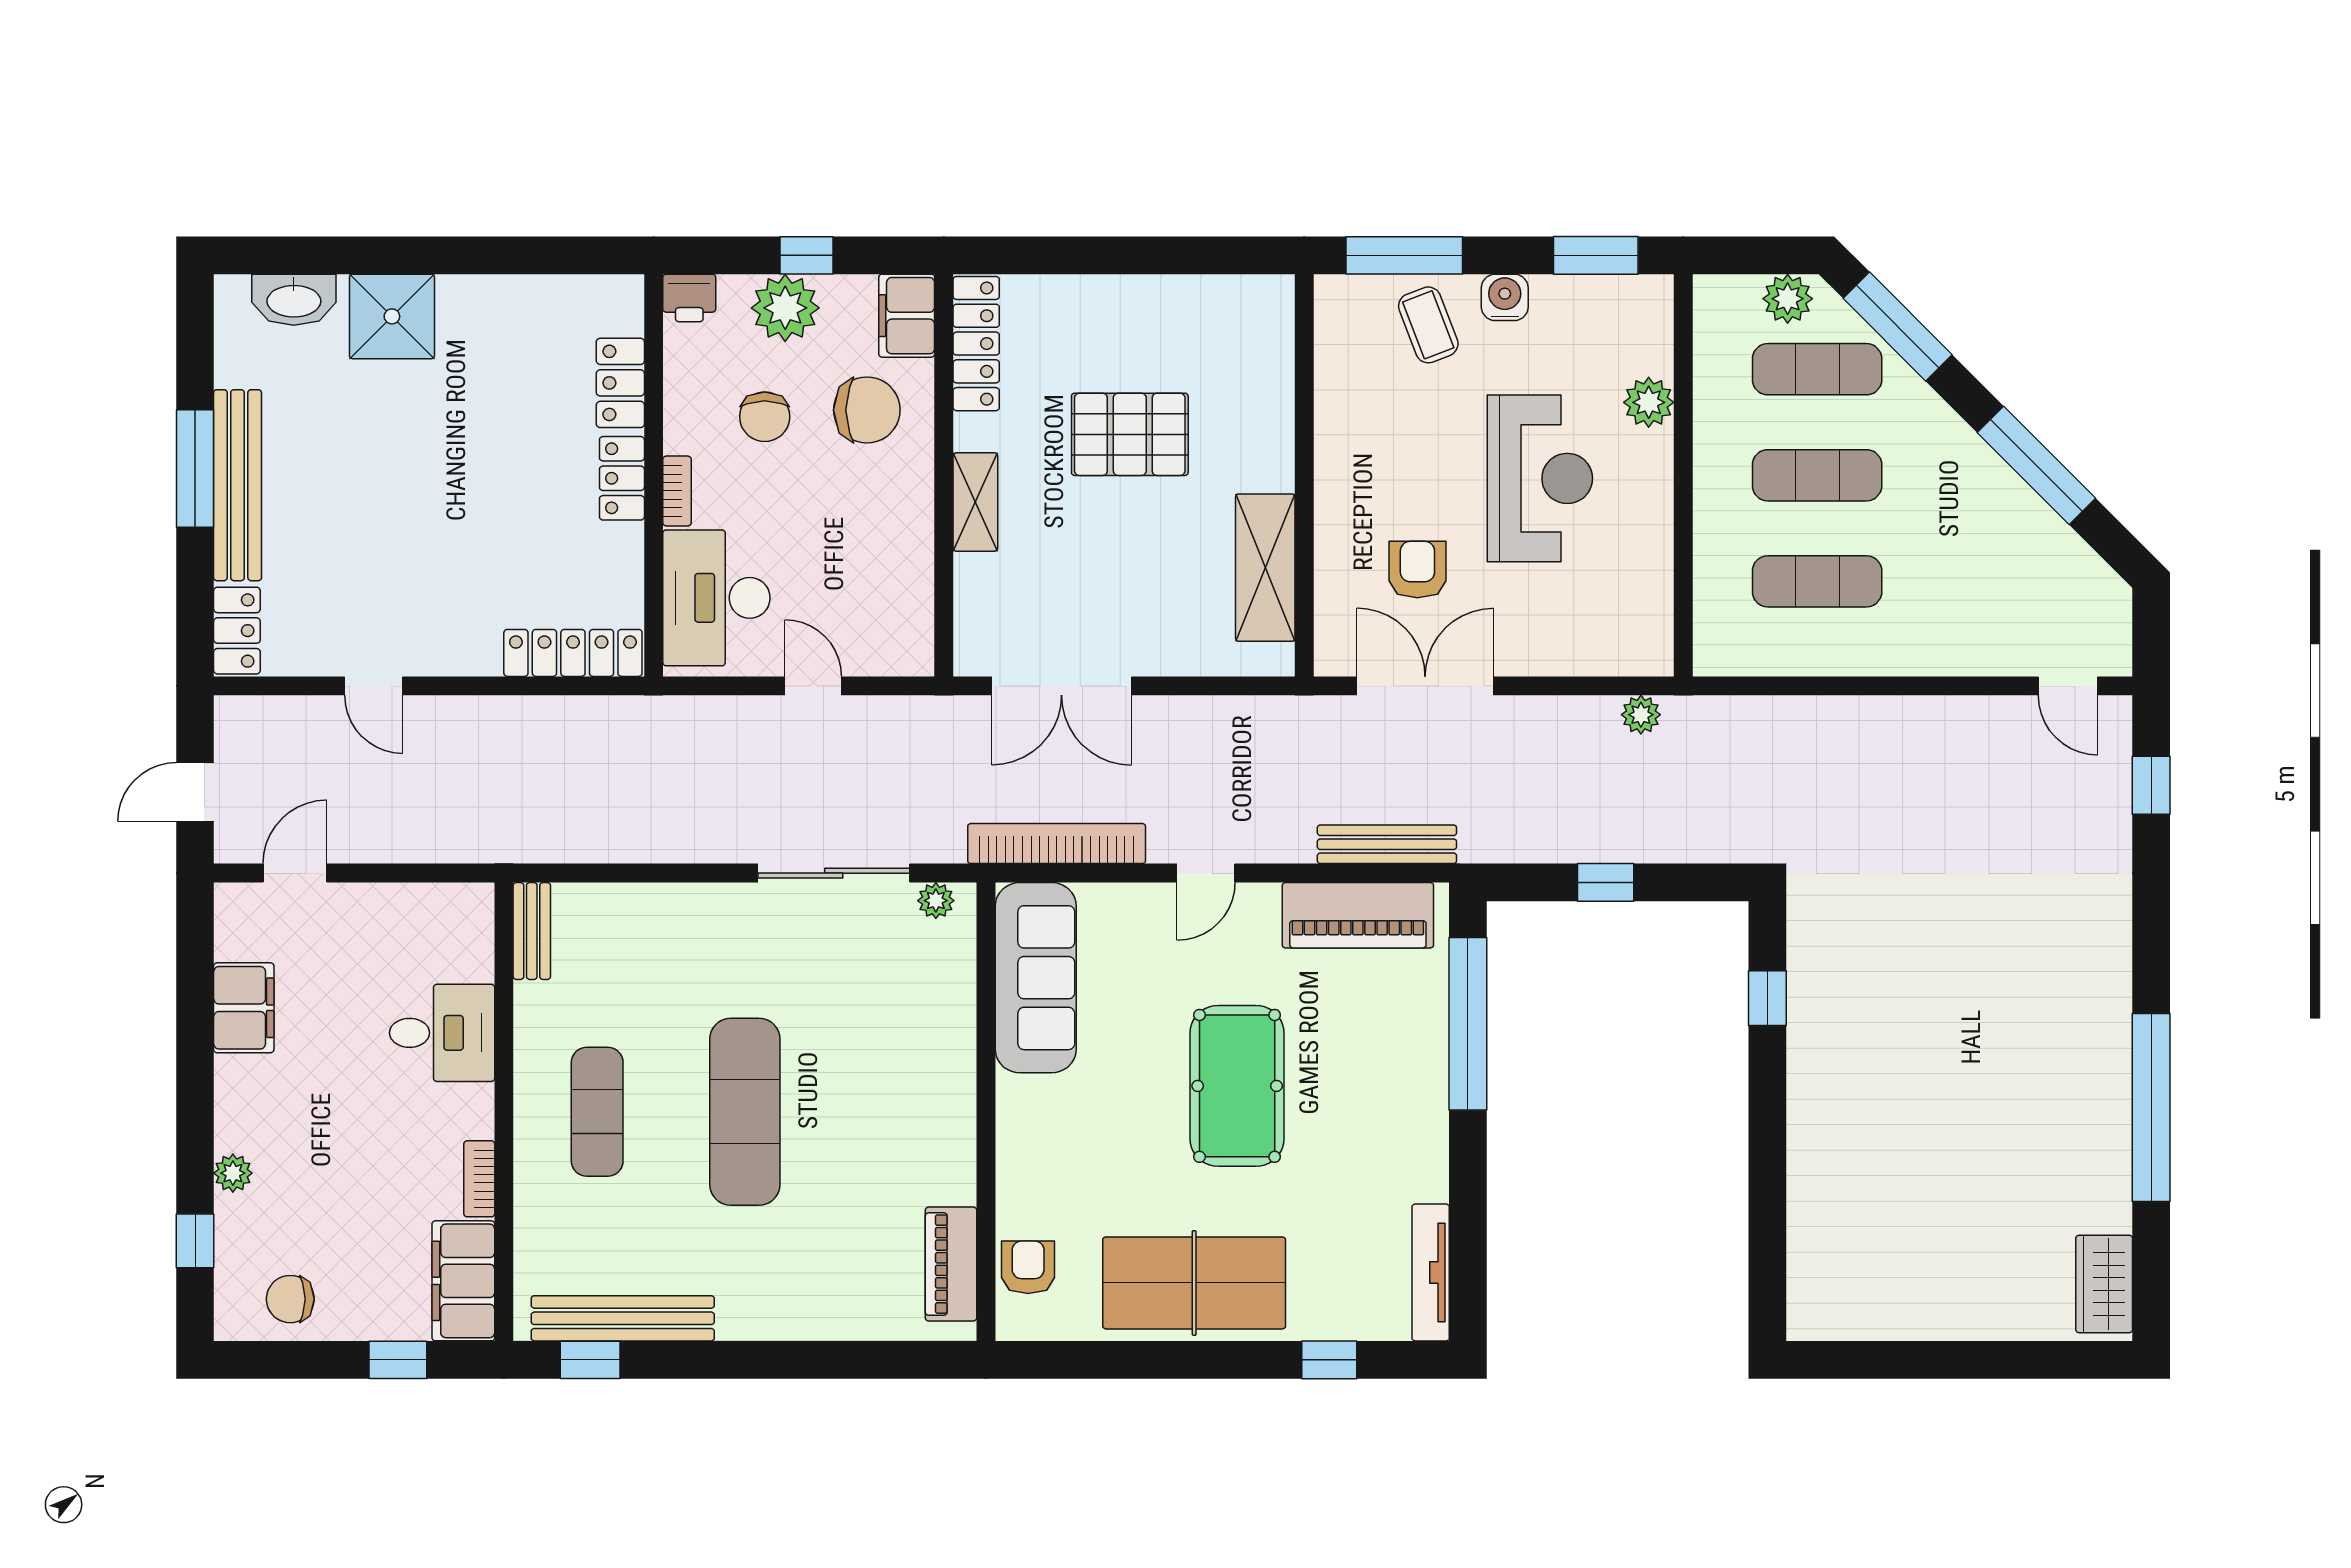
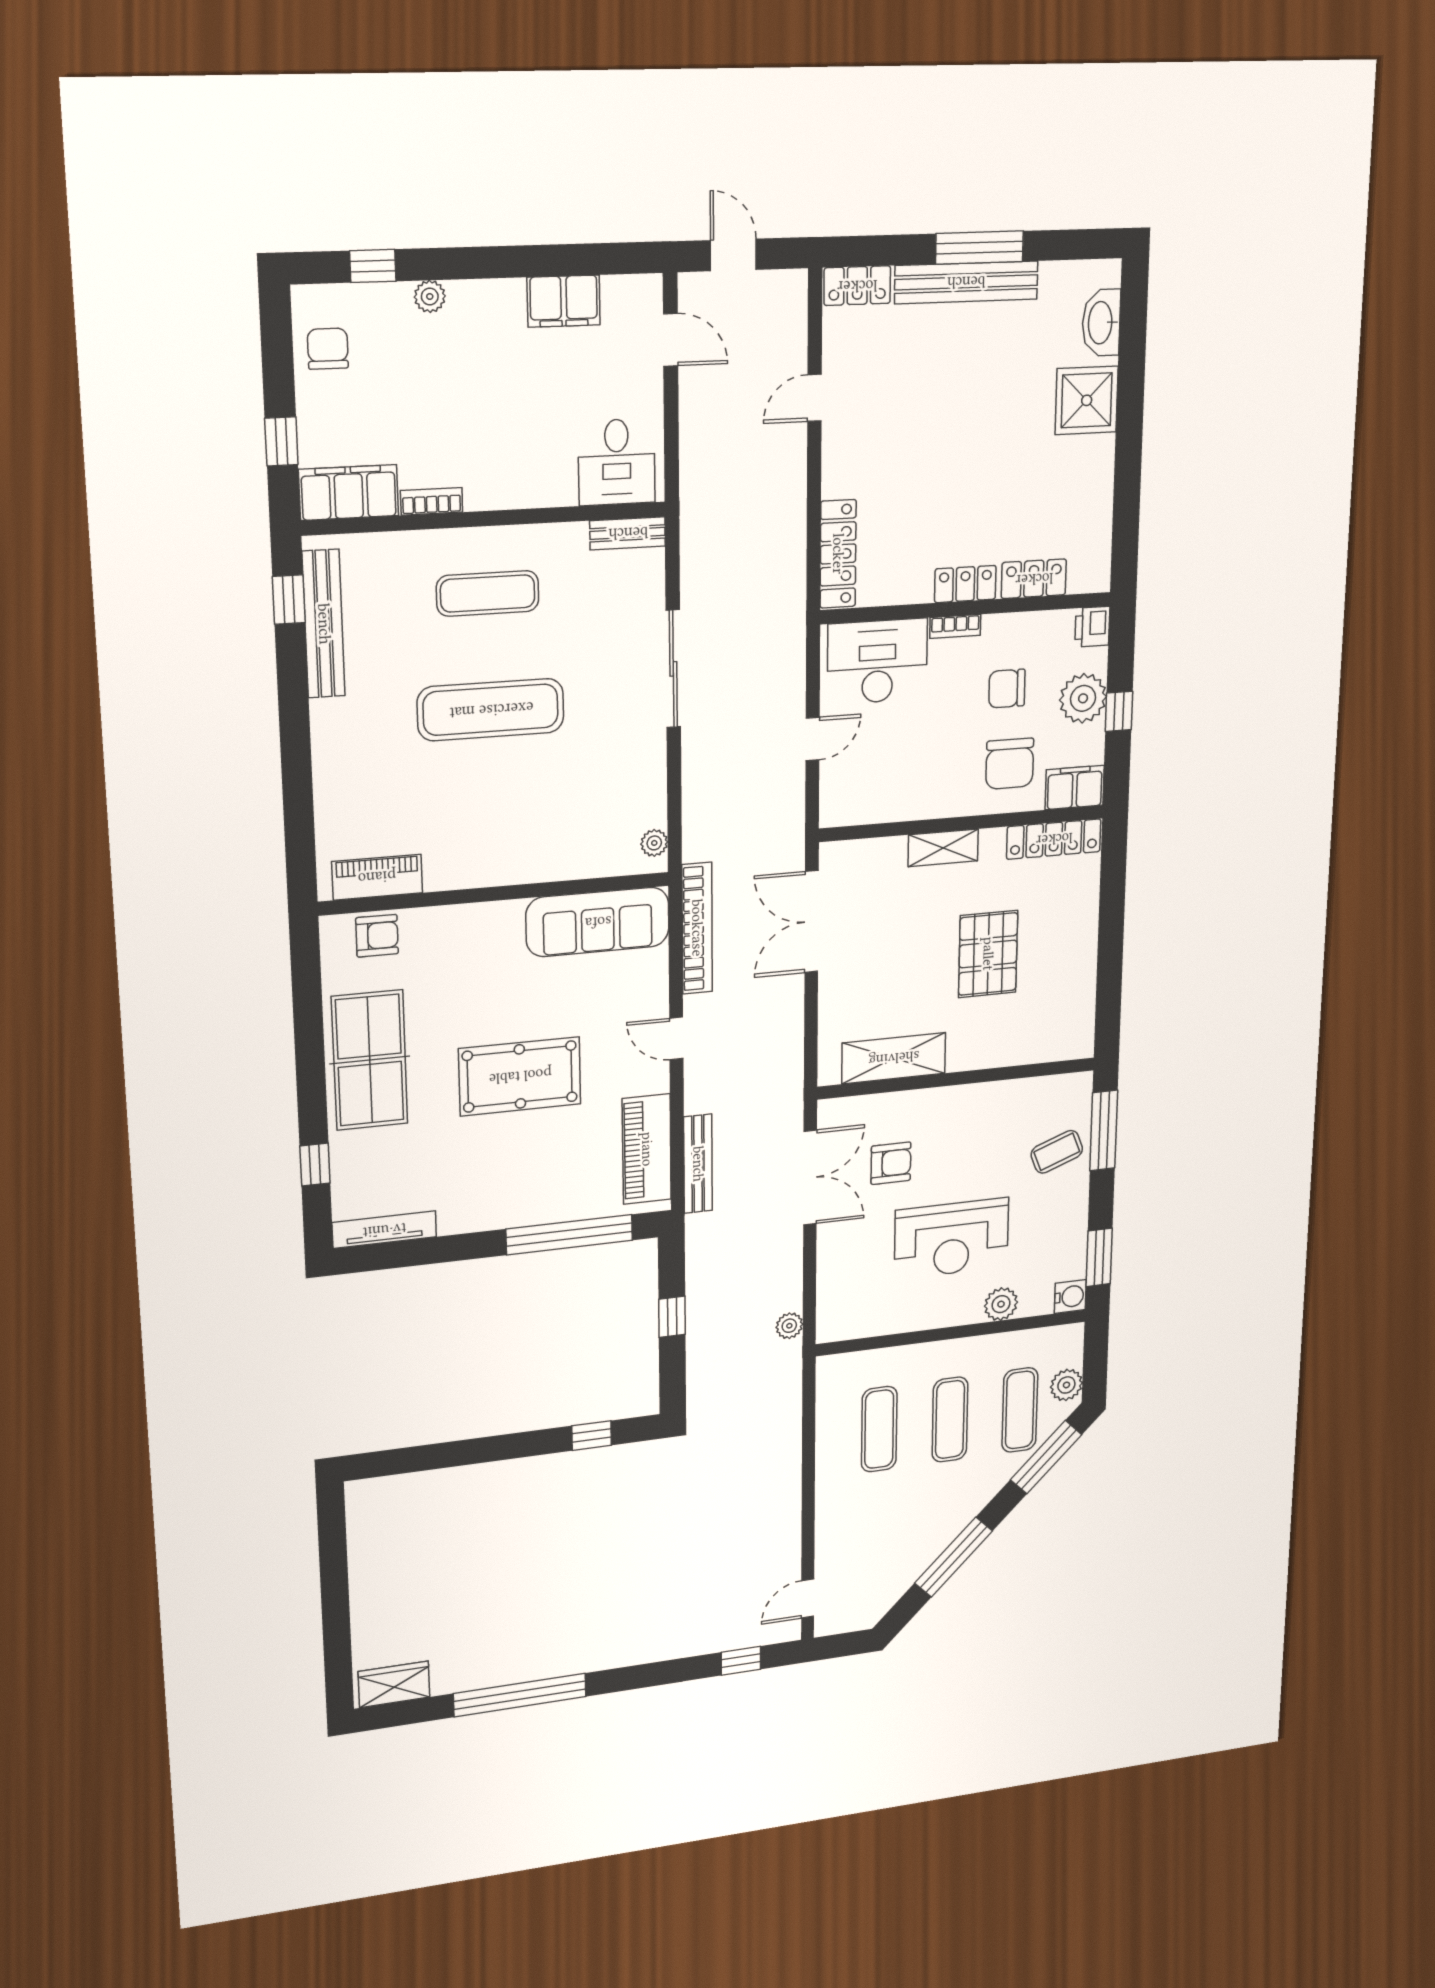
water cooler: (1505, 297) -> (1070, 1297), moved
sliding door: (834, 873) -> (673, 669), moved
desk: (442, 1033) -> (617, 462), moved

